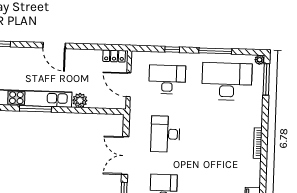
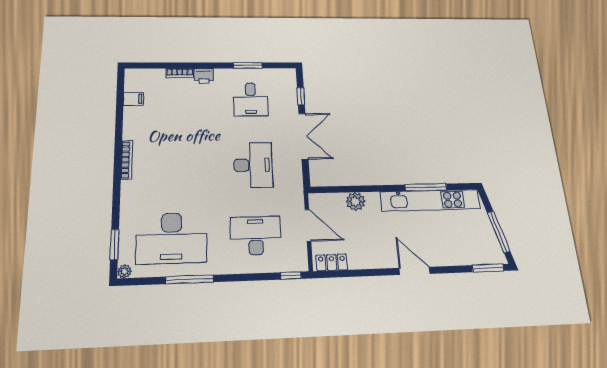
window: (172, 49) -> (291, 276), moved
desk: (167, 79) -> (256, 236), turned 180
window: (266, 79) -> (115, 245), width x0.69
plant: (80, 100) -> (355, 201), moved

